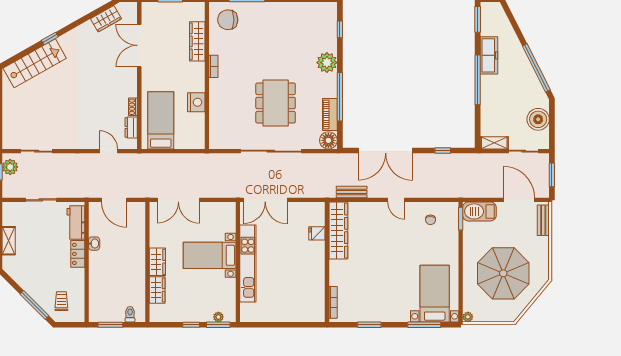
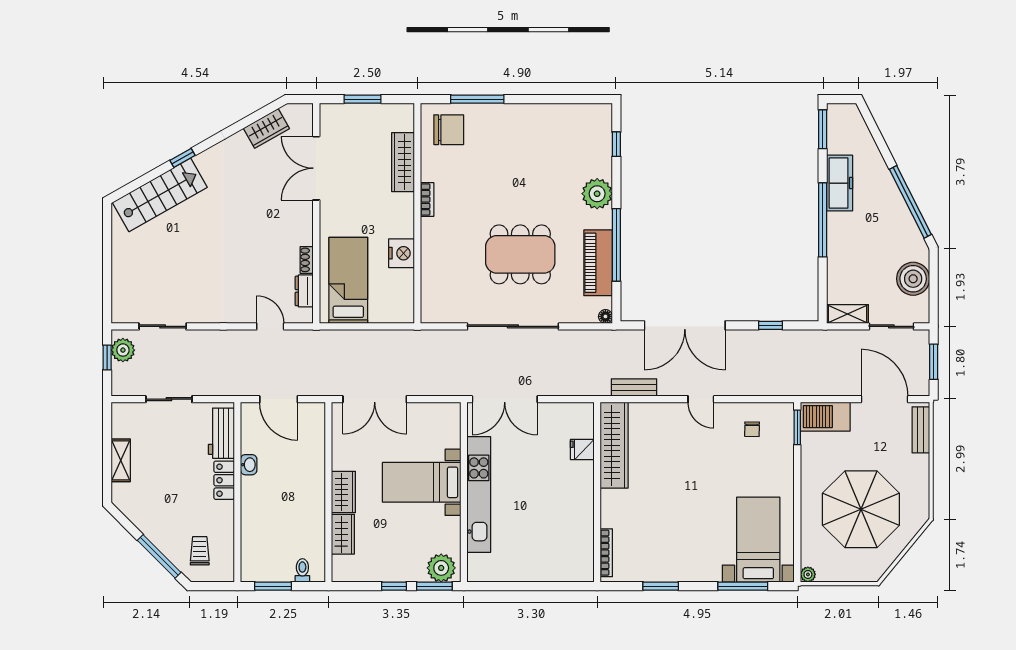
chair: (228, 20) -> (449, 130), turned 180
dining table: (276, 103) -> (520, 254), turned 90
piano: (330, 115) -> (598, 263), width x1.37, depth x1.33
floor lamp: (328, 140) -> (605, 316), width x0.53, depth x0.53
plant: (218, 317) -> (441, 568), width x1.87, depth x1.87

